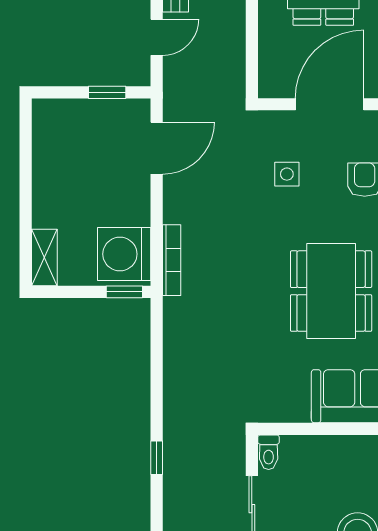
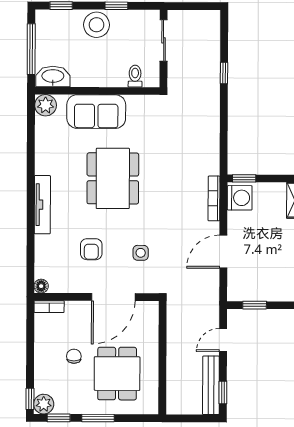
door: (157, 148) -> (223, 252), moved
washing machine: (124, 254) -> (240, 198), width x0.73, depth x0.73
toilet: (269, 452) -> (135, 76), moved

